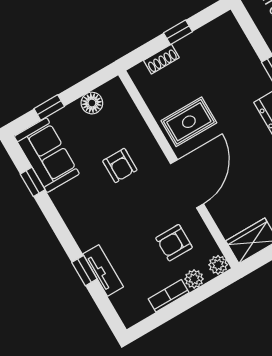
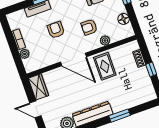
armchair: (174, 243) -> (56, 30), moved
plant: (218, 265) -> (105, 41), moved

